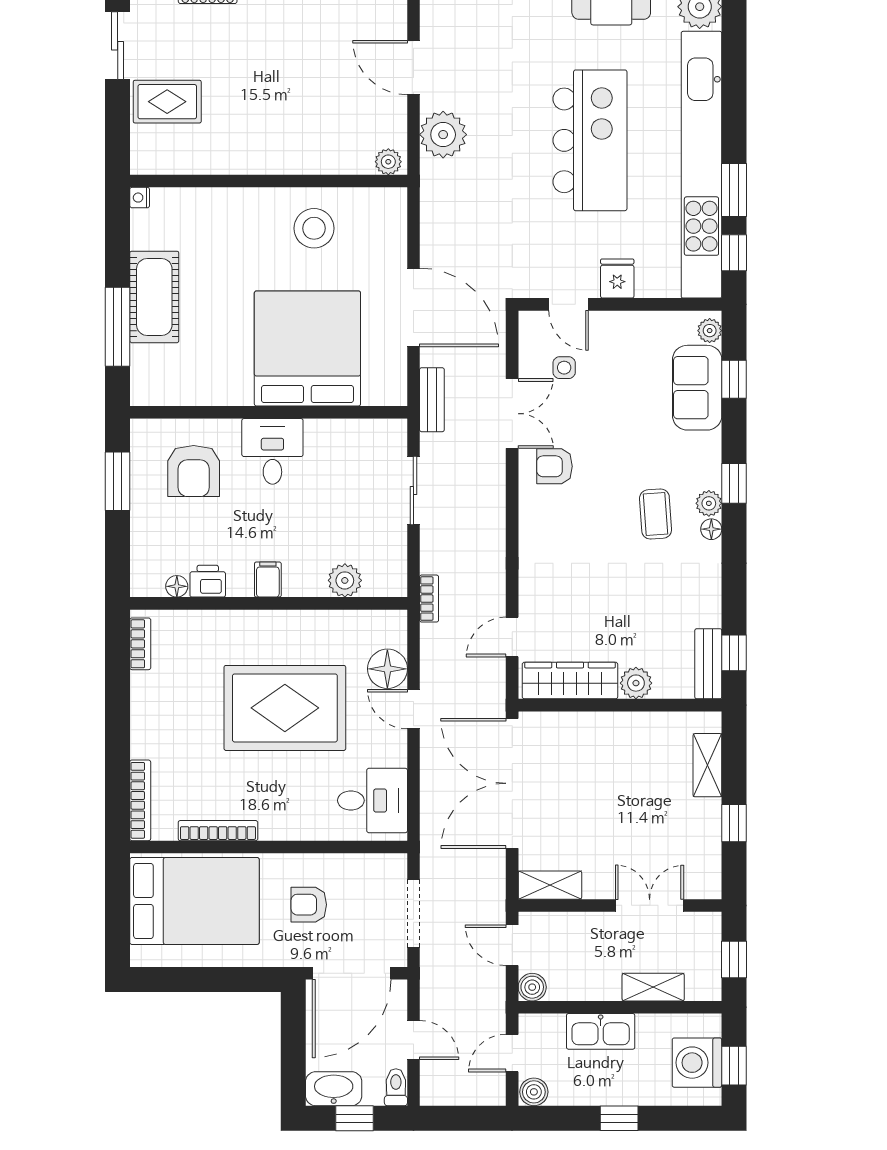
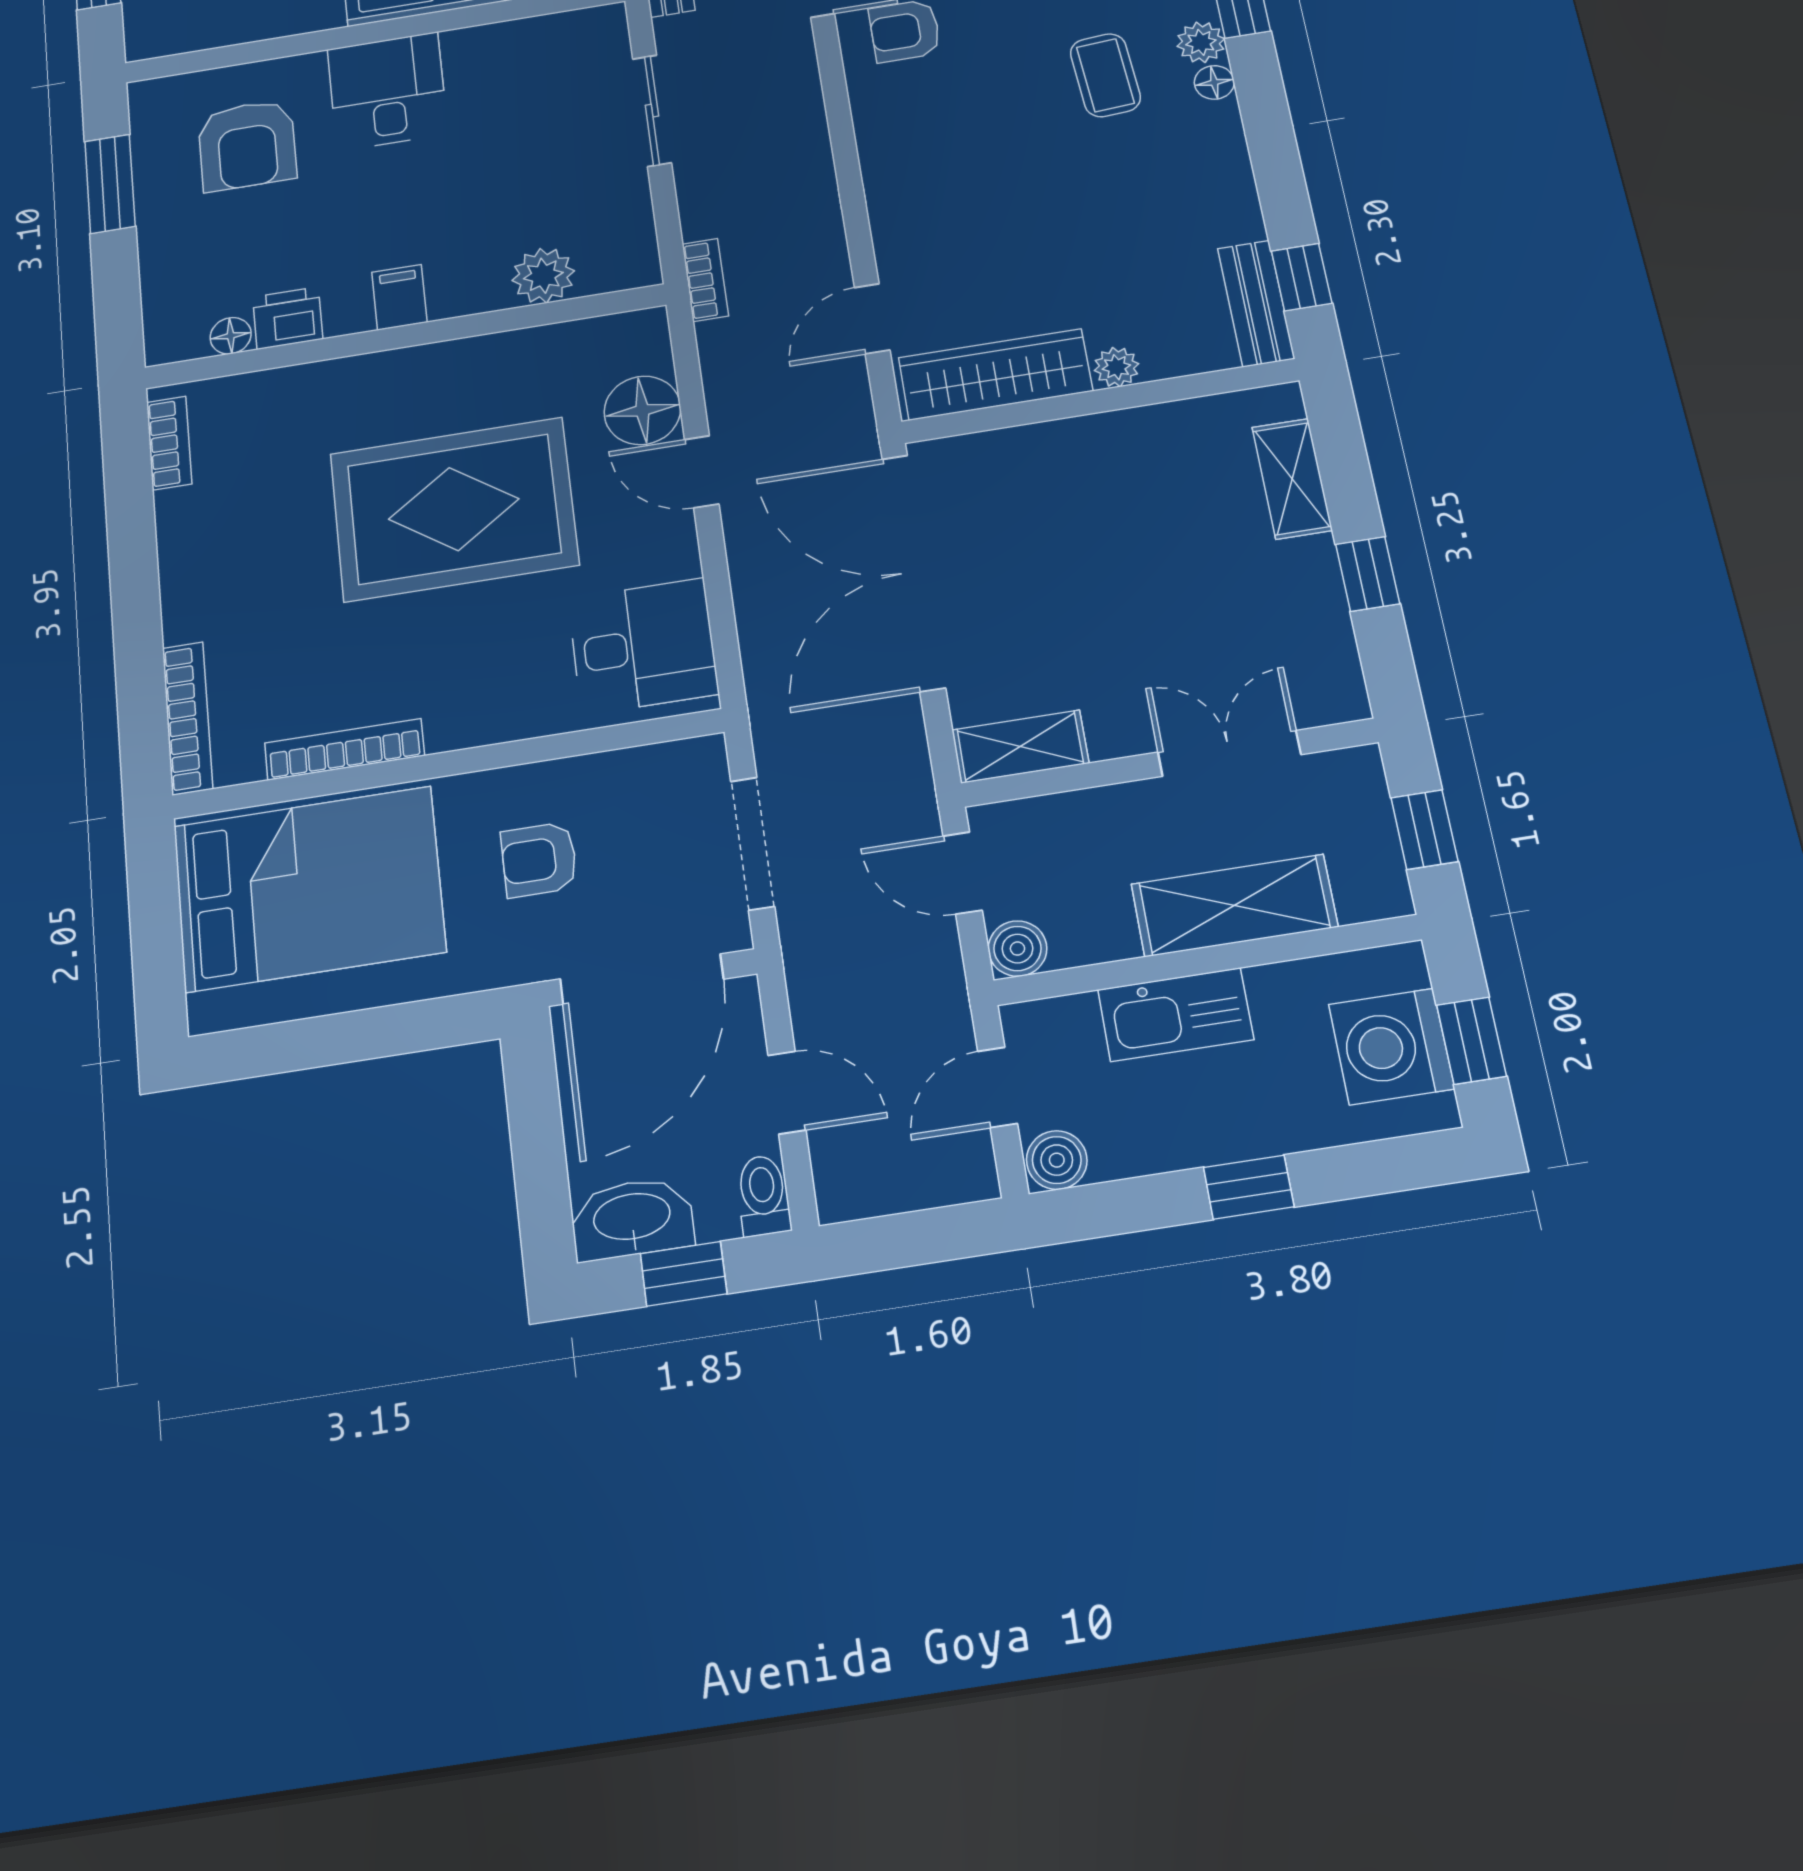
plant: (636, 683) -> (1116, 367), width x0.73, depth x0.73
shelving: (653, 987) -> (1234, 905), width x1.50, depth x1.33

